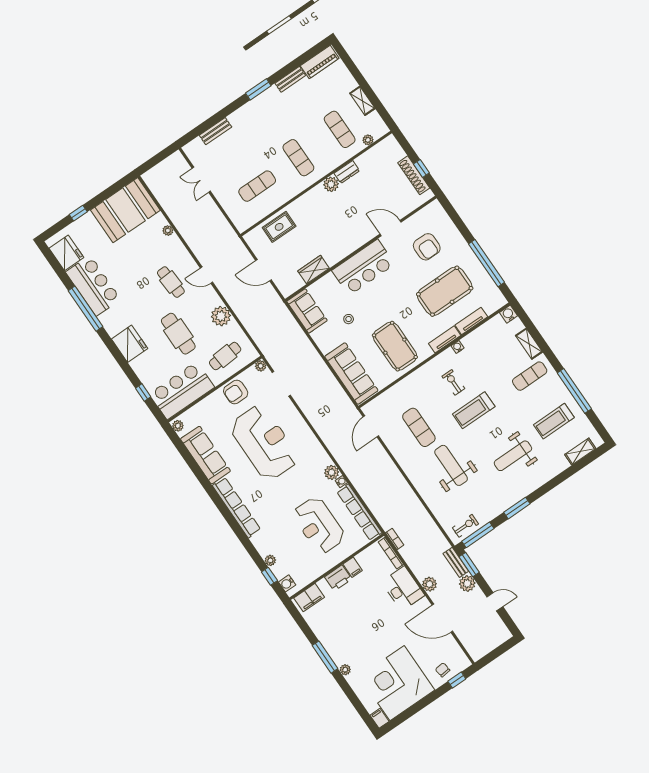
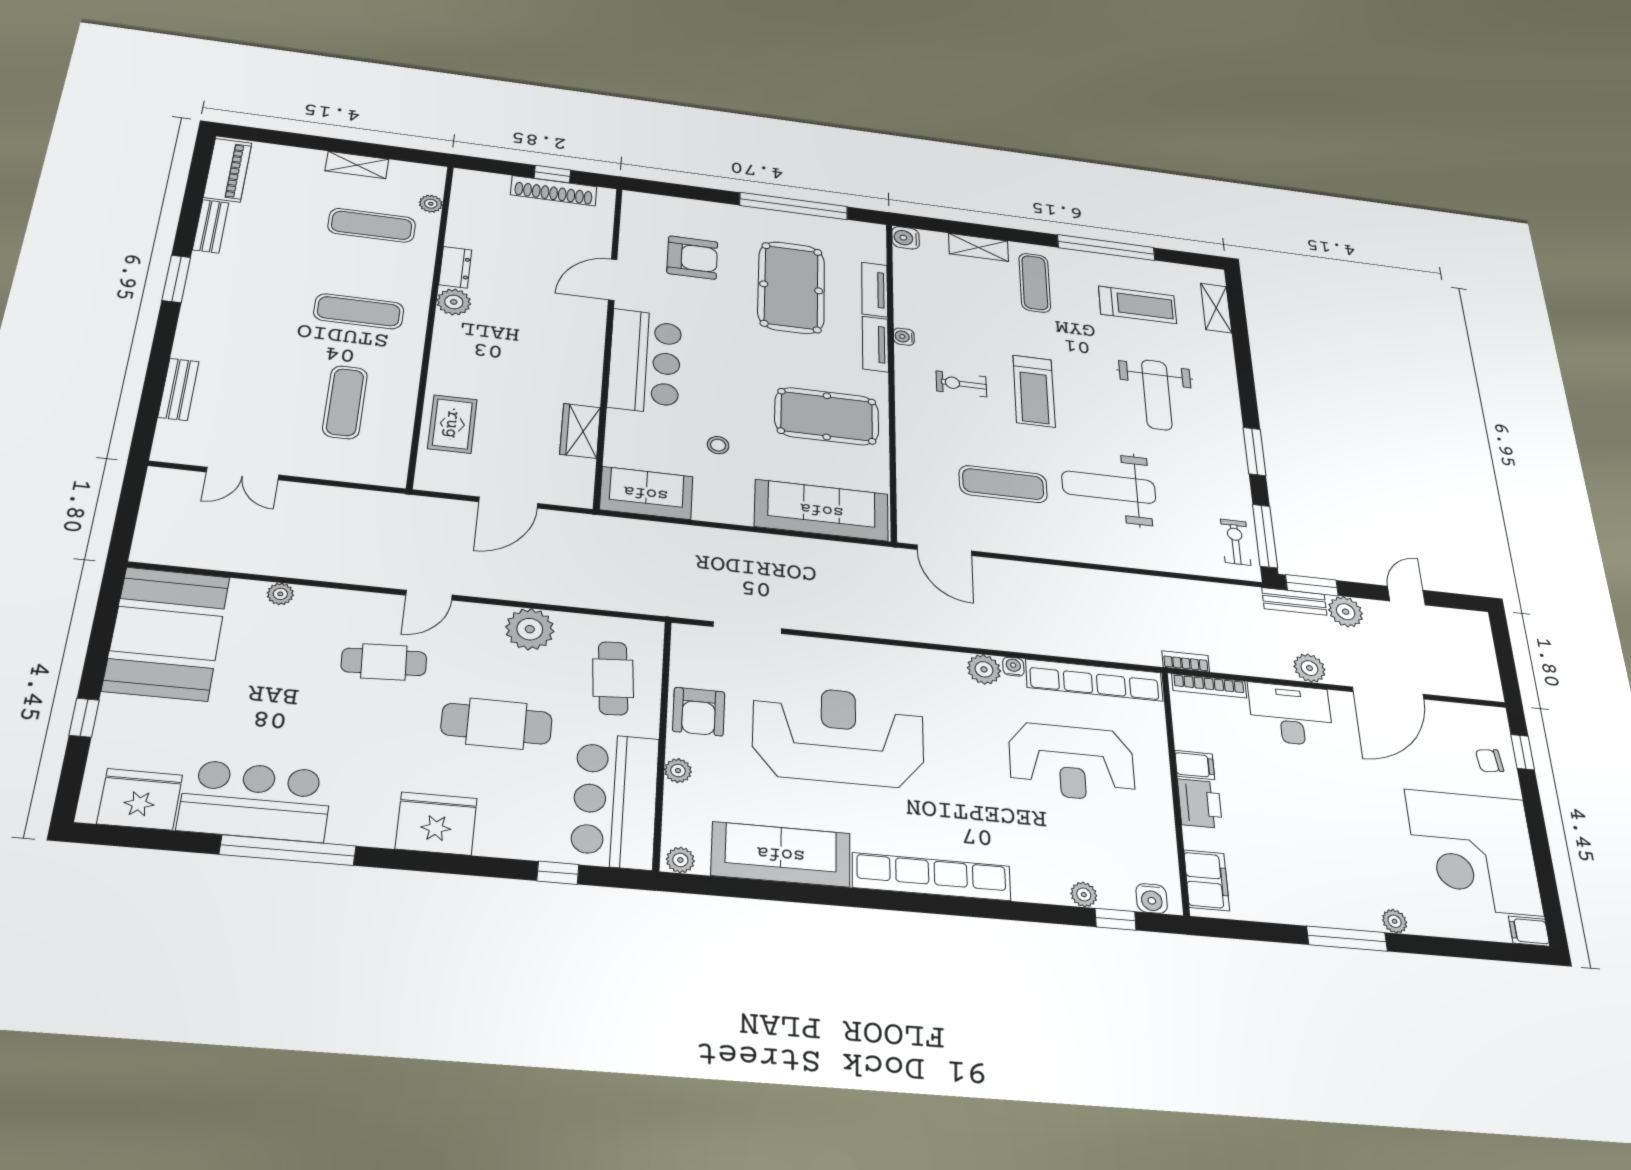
plant: (261, 366) -> (678, 771), moved
treadmill: (554, 421) -> (1138, 305), turned -90

